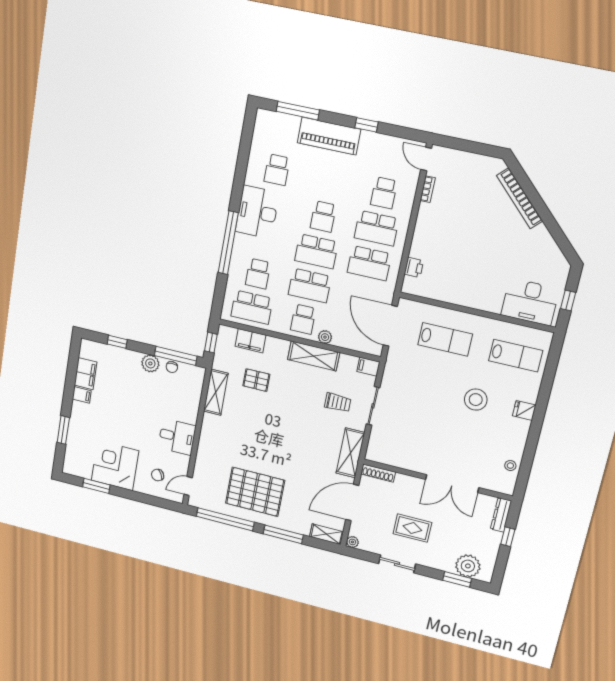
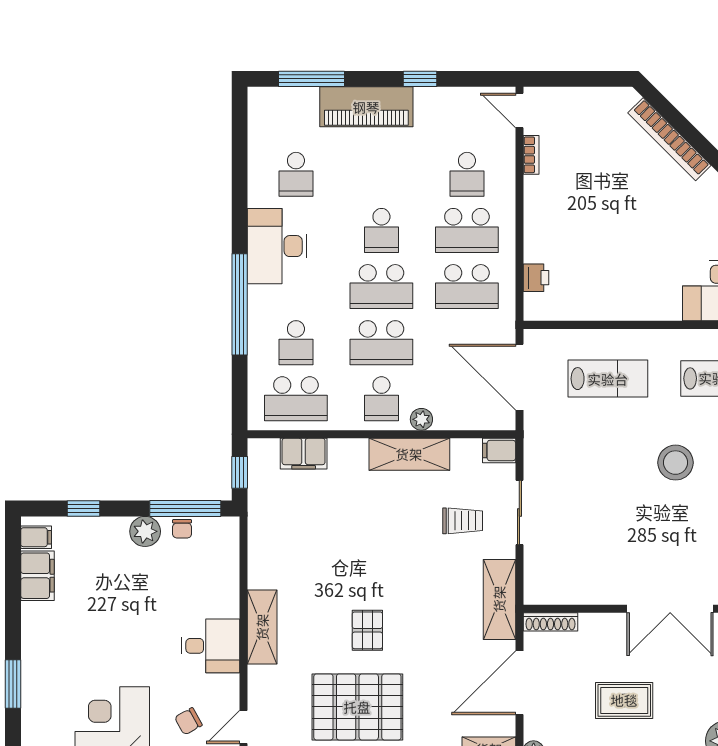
pallet: (256, 380) -> (367, 630), moved, turned 90
shelving: (216, 392) -> (262, 627), moved
filing cabinet: (82, 395) -> (36, 537), moved

